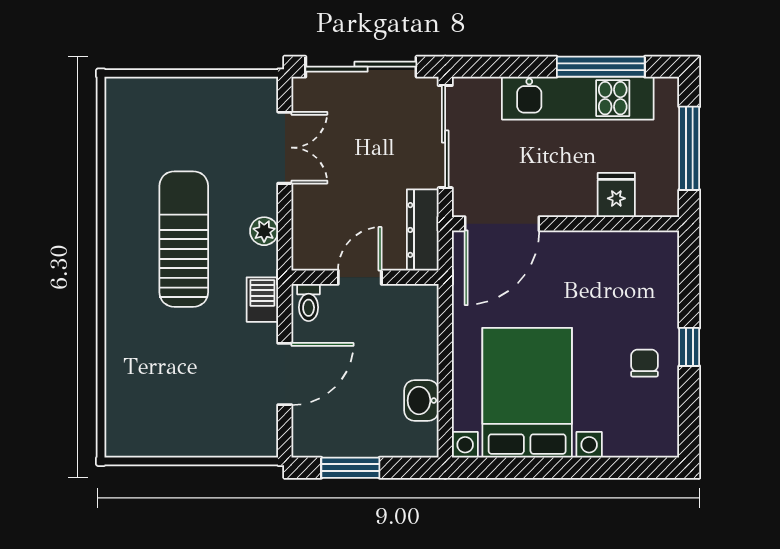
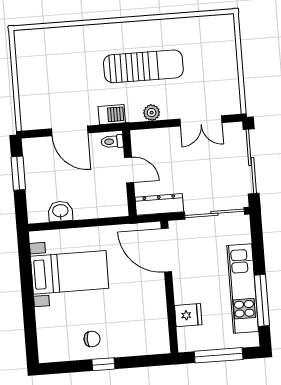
bed with nightstands: (527, 393) -> (70, 272), width x0.73

